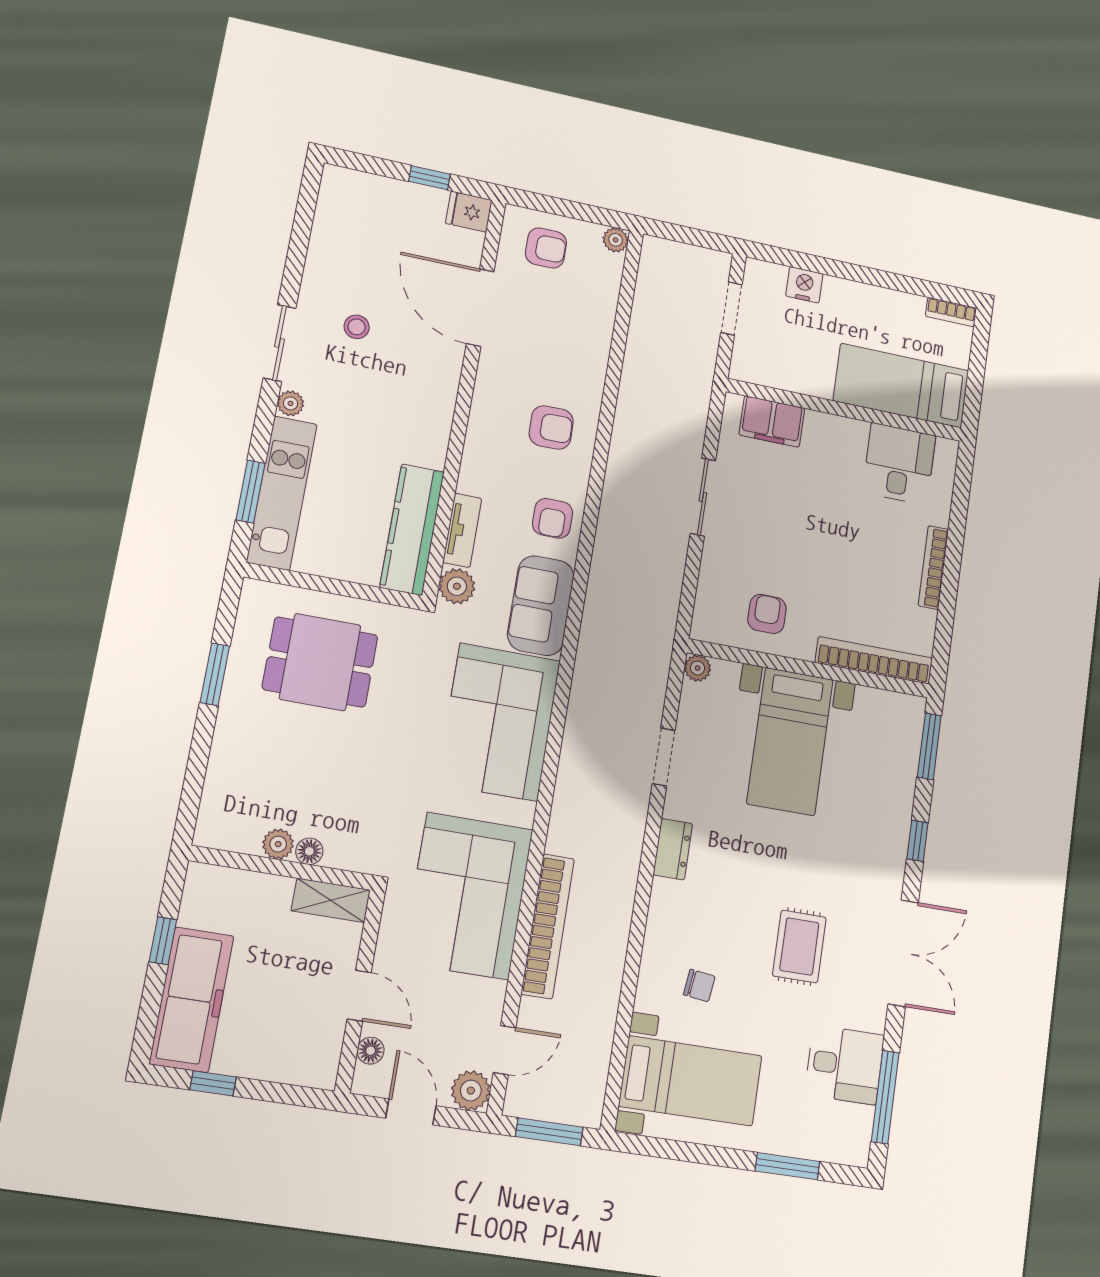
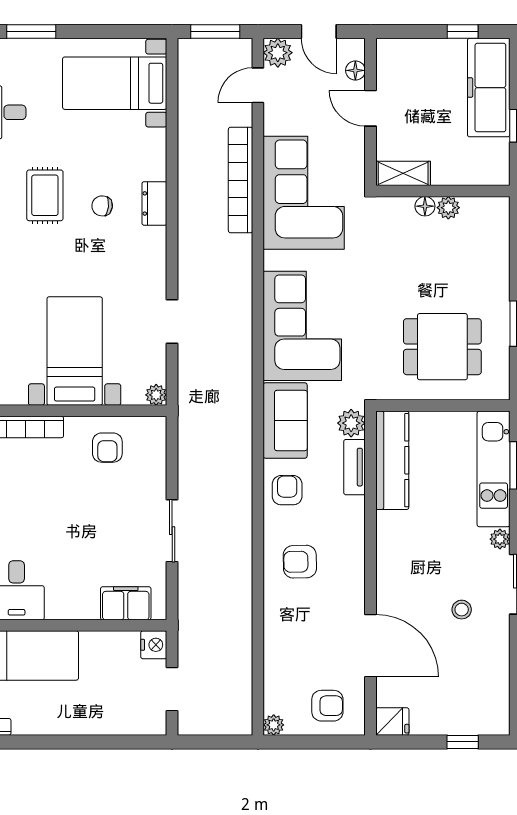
window: (430, 178) -> (463, 742), moved
armchair: (546, 248) -> (327, 706), turned 180
nightstand: (804, 285) -> (154, 645), moved, turned -90
dresser: (673, 849) -> (154, 203), moved
chair: (699, 985) -> (102, 206), moved

